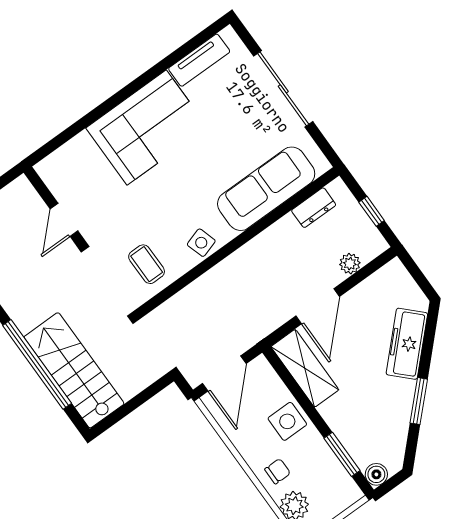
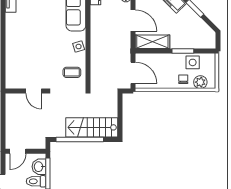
corner sofa: (147, 128) -> (21, 36), removed
side table: (287, 421) -> (193, 62), moved
window: (342, 454) -> (183, 51), moved
boiler: (376, 474) -> (211, 44), removed

